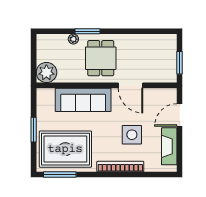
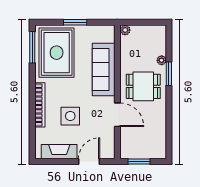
plant: (46, 72) -> (125, 30), width x0.53, depth x0.53
door: (130, 85) -> (117, 115), swing flipped
door: (180, 115) -> (89, 161), hinge flipped

